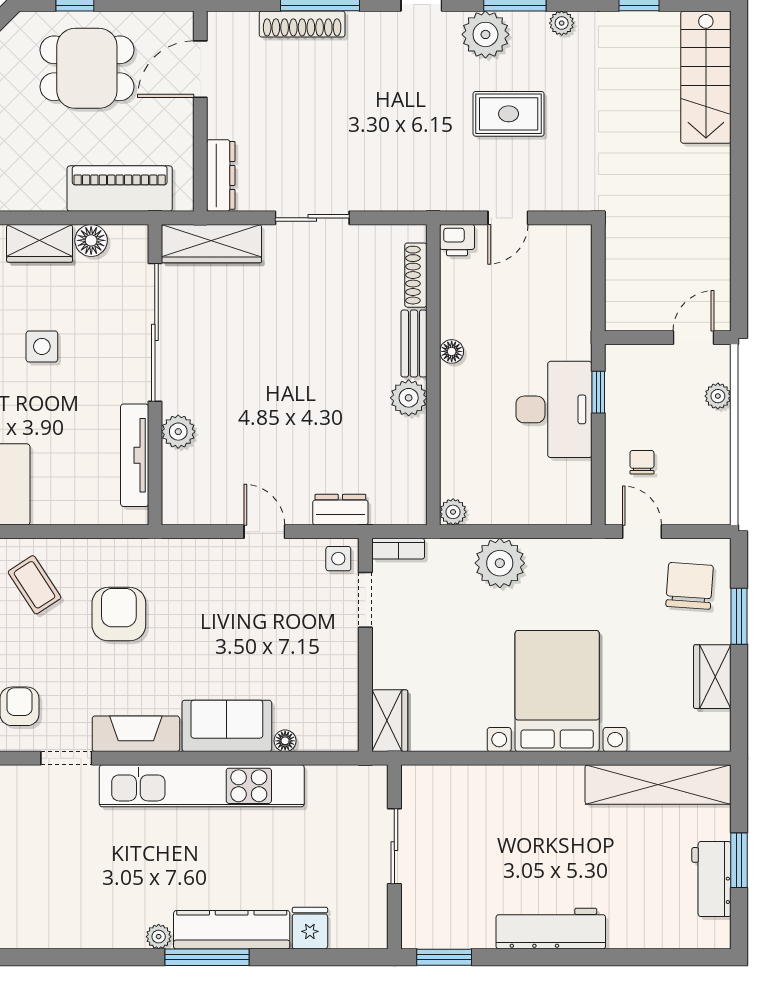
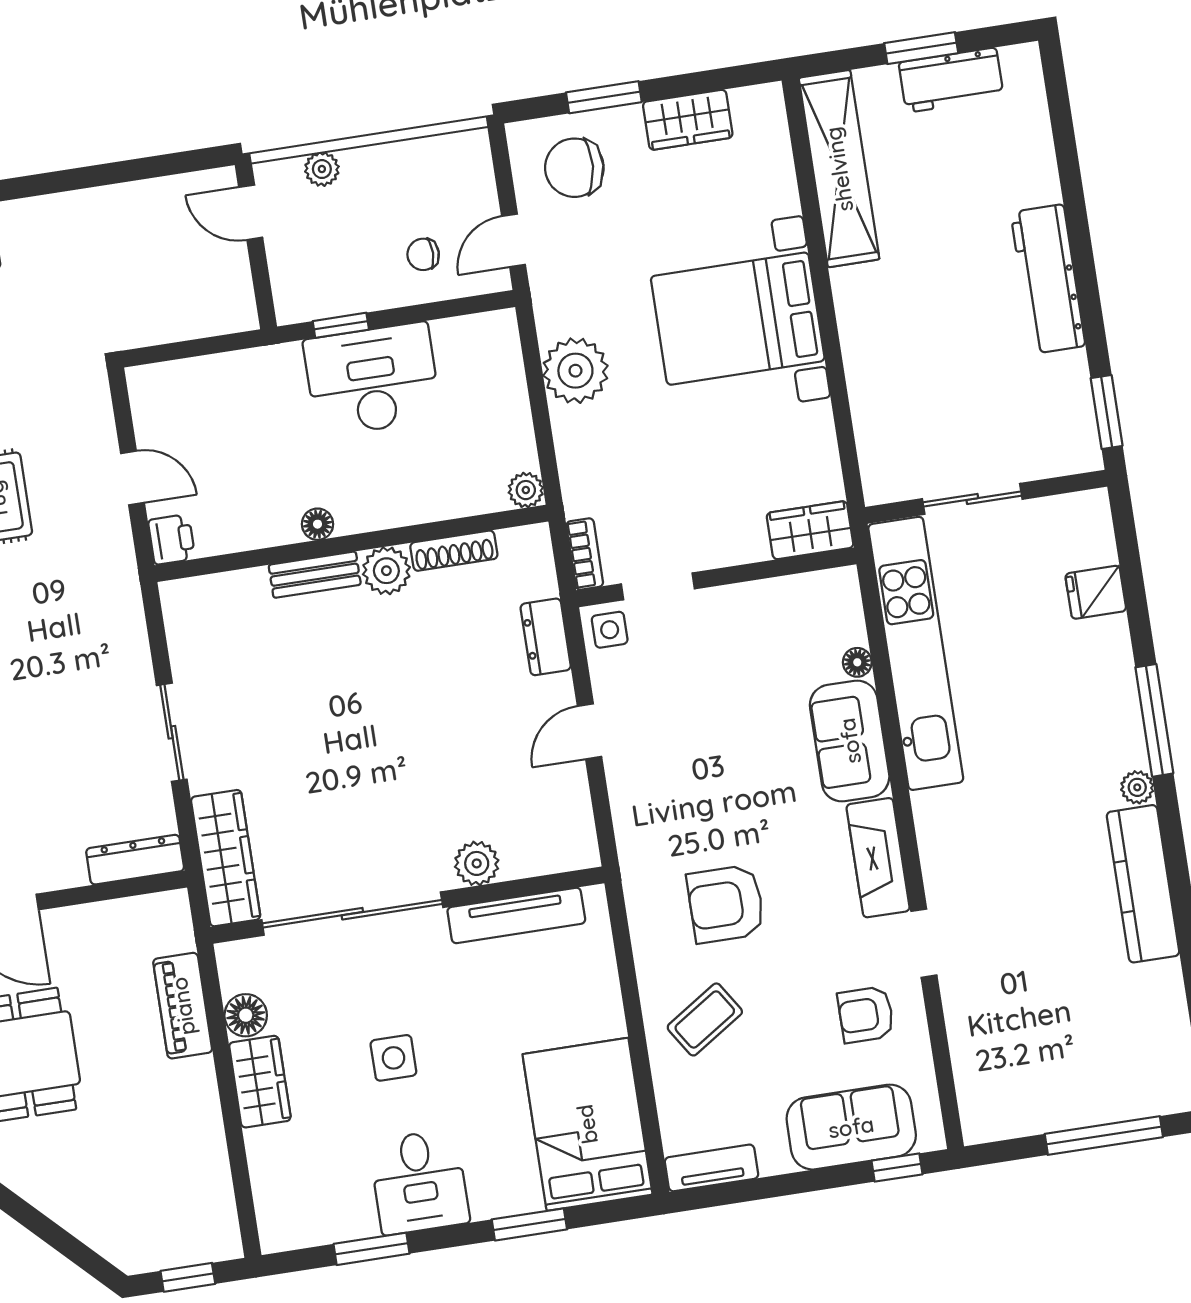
piano: (120, 189) -> (183, 1006), width x0.73, depth x0.75
shoe rack: (416, 275) -> (454, 551), moved
plant: (500, 563) -> (575, 371), moved
kitchen unit: (202, 786) -> (916, 653), moved
kitchen counter: (232, 930) -> (1143, 884), moved

